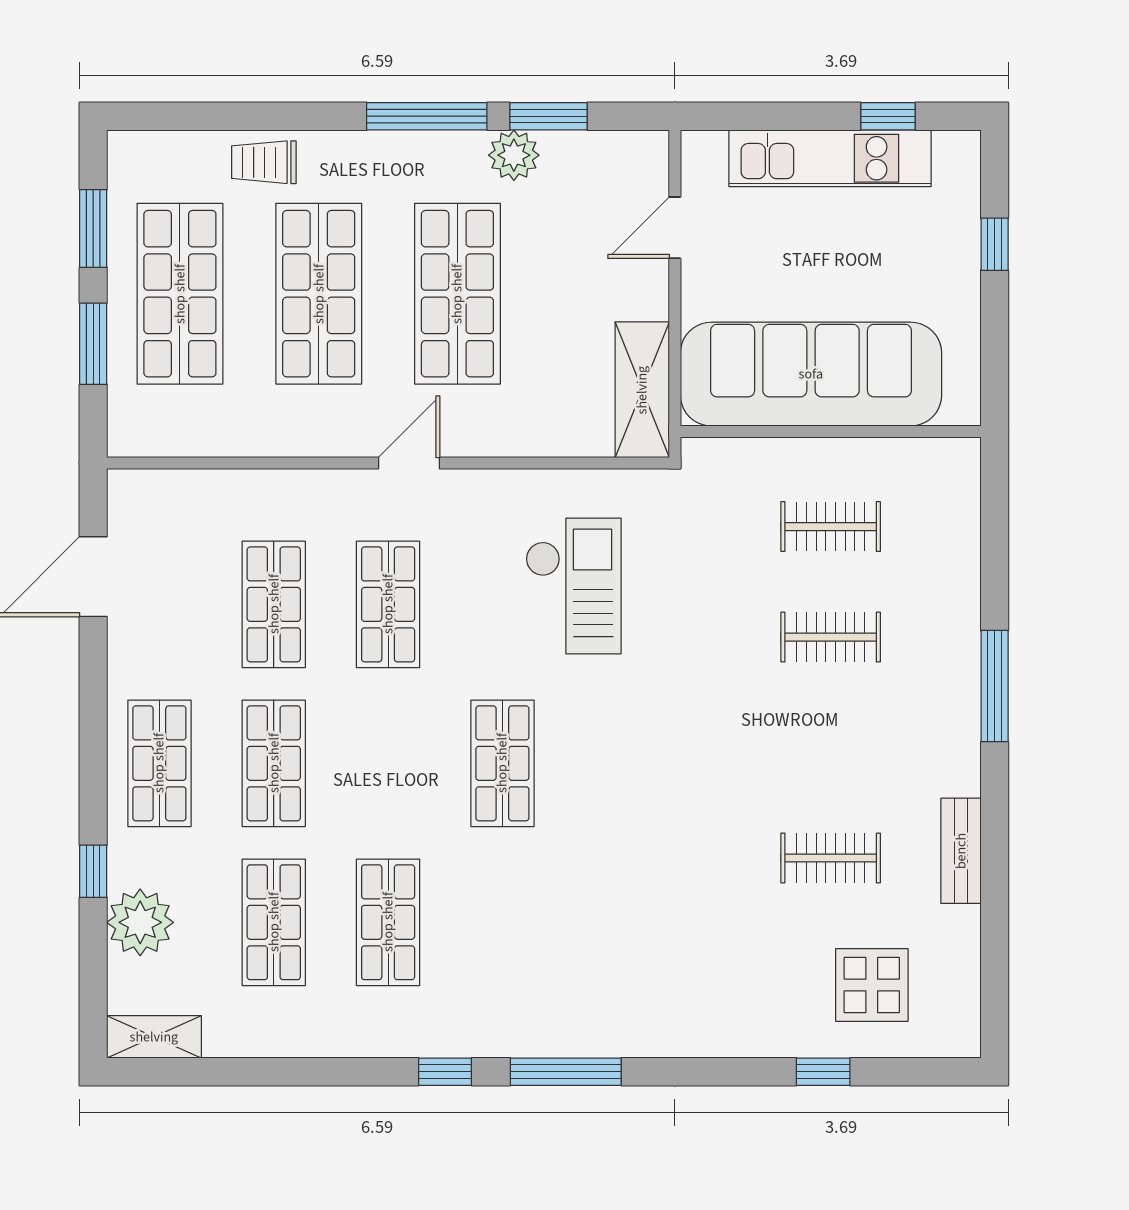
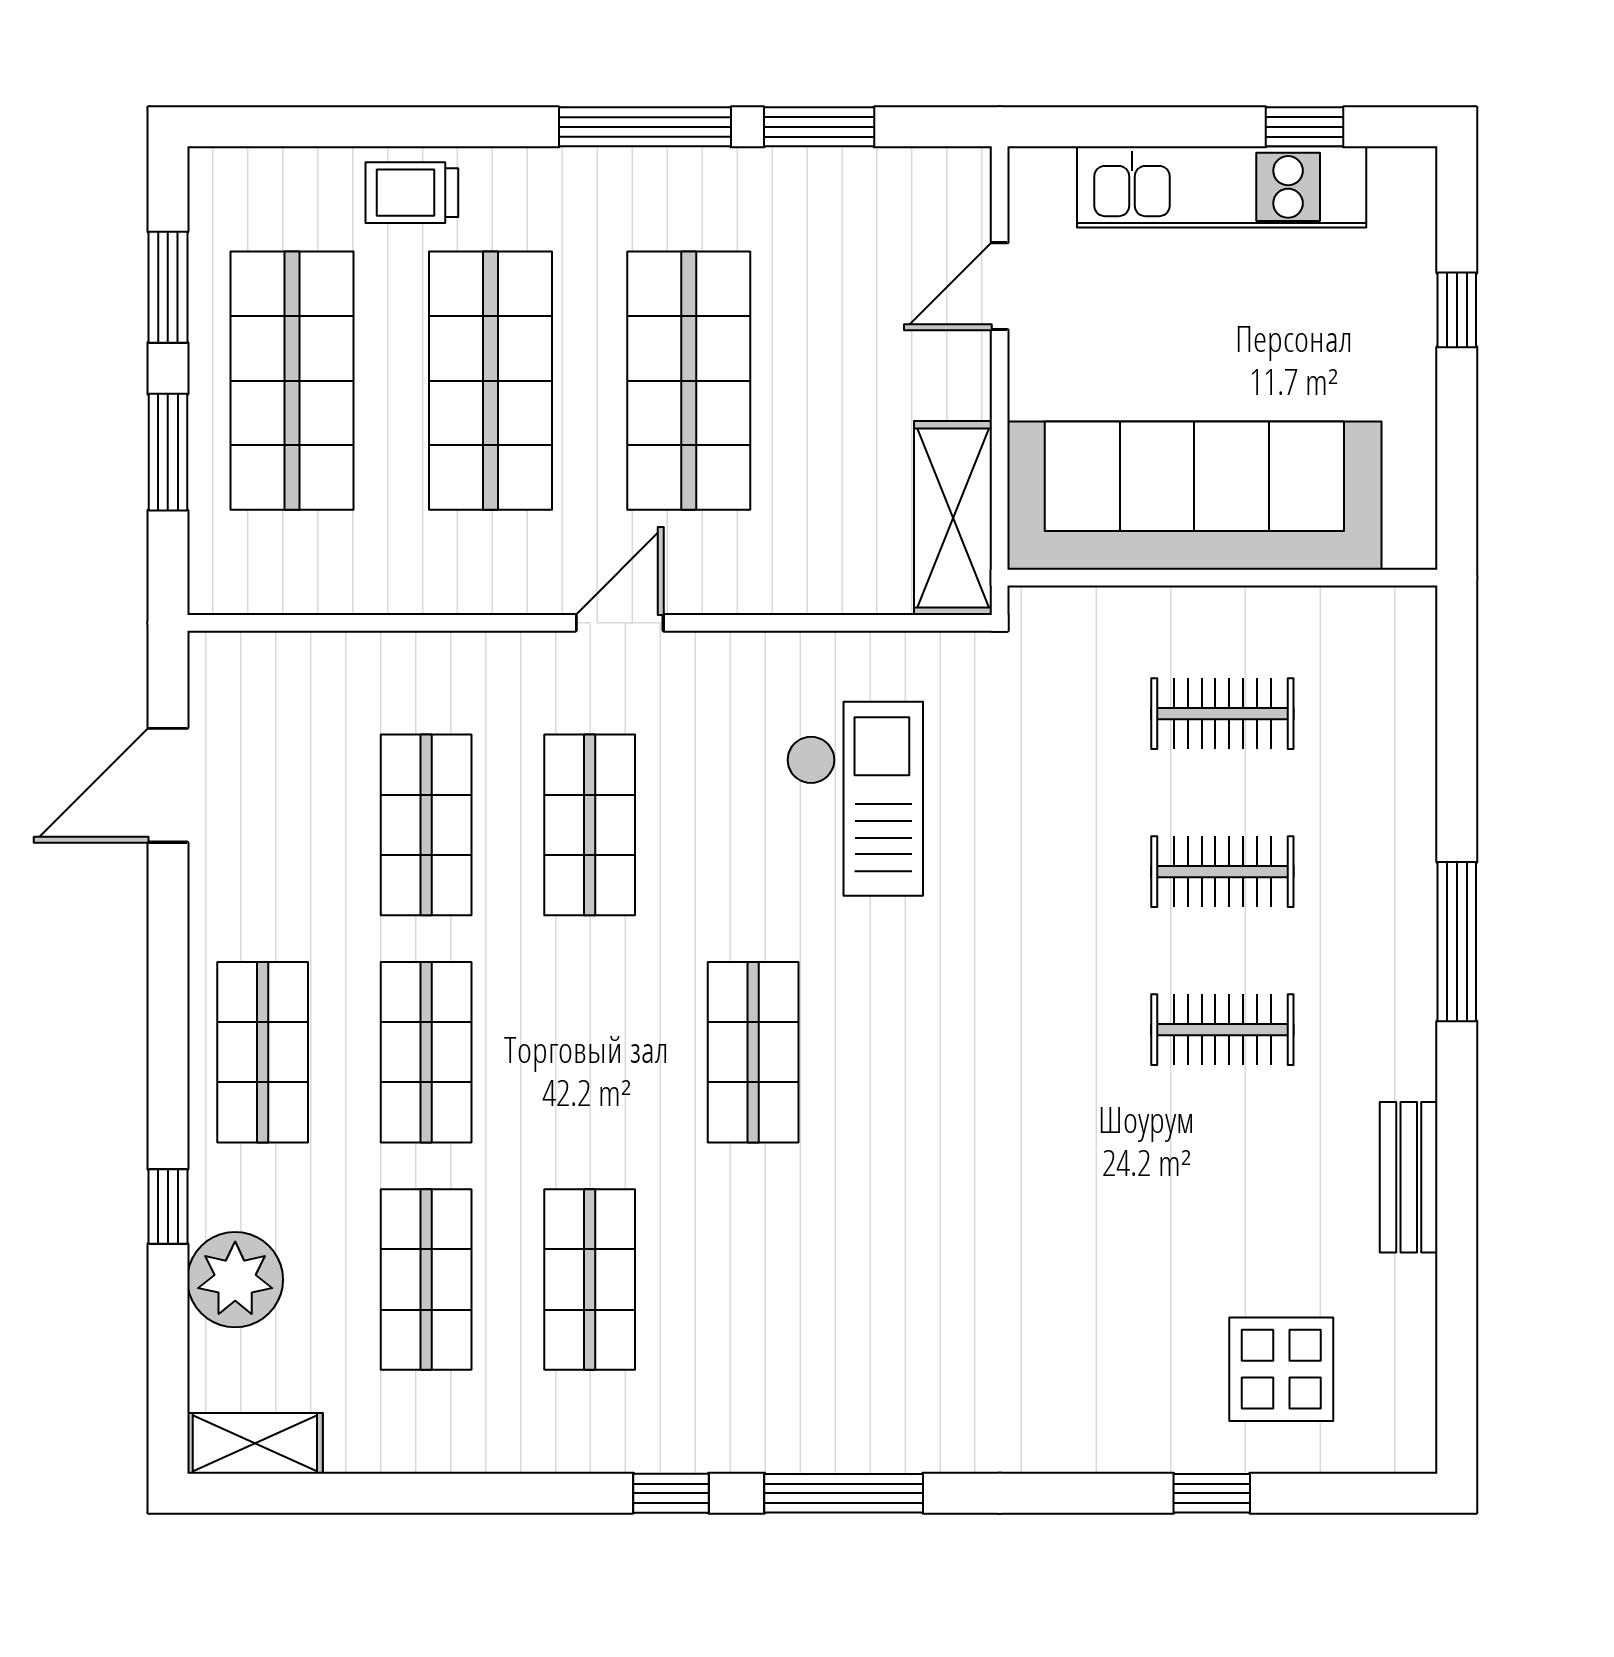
plant: (514, 155) -> (769, 183), removed
clothes rail: (831, 858) -> (1222, 1030), moved

